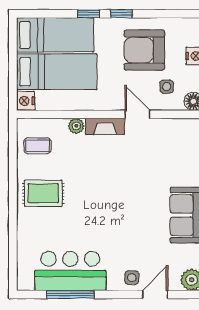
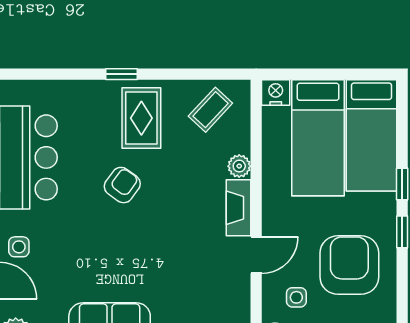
coffee table: (37, 146) -> (210, 110), turned 43
armchair: (89, 206) -> (122, 185), added
window: (13, 207) -> (121, 74), added

